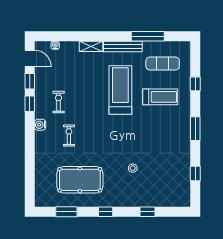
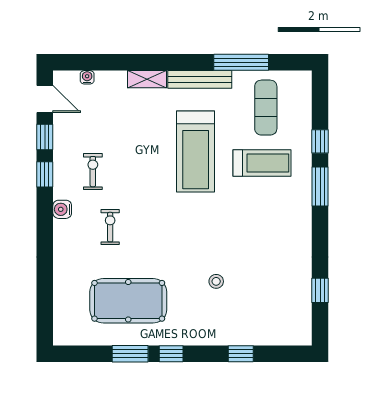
exercise mat: (163, 64) -> (266, 108), turned 90
treadmill: (120, 90) -> (196, 152), turned 180
window: (195, 129) -> (320, 186), moved
window: (66, 212) -> (130, 354), moved

